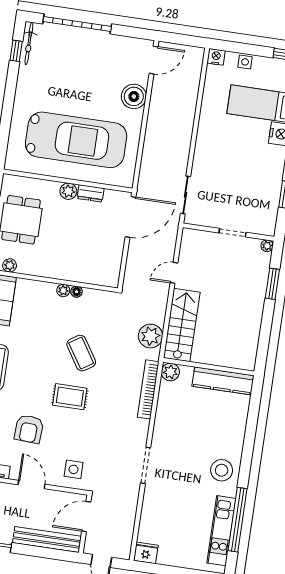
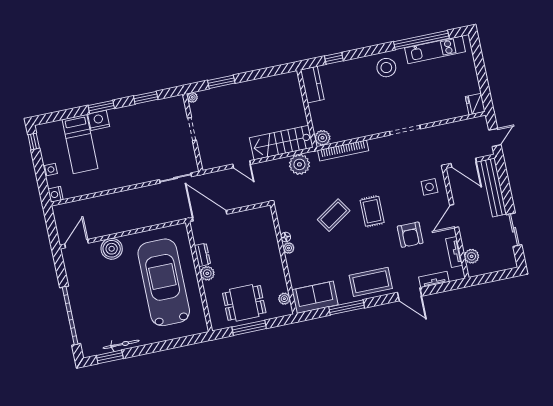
bicycle: (29, 43) -> (121, 344), moved
window: (16, 51) -> (110, 357), width x1.50
door: (154, 60) -> (76, 244), hinge flipped
kitchen counter: (223, 381) -> (312, 85), width x0.67
window: (253, 416) -> (334, 58), added
armchair: (29, 429) -> (410, 235), turned 87

